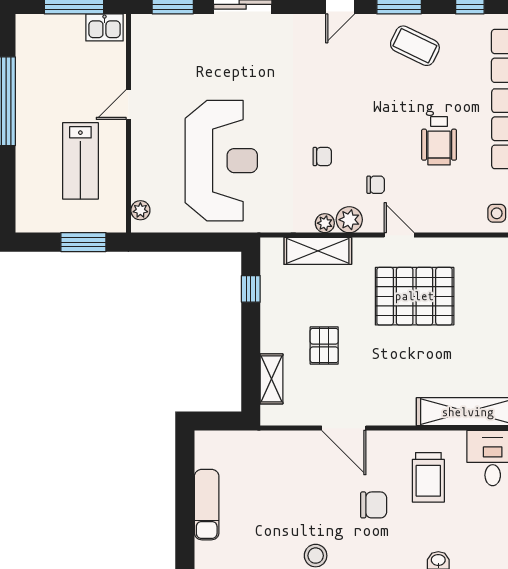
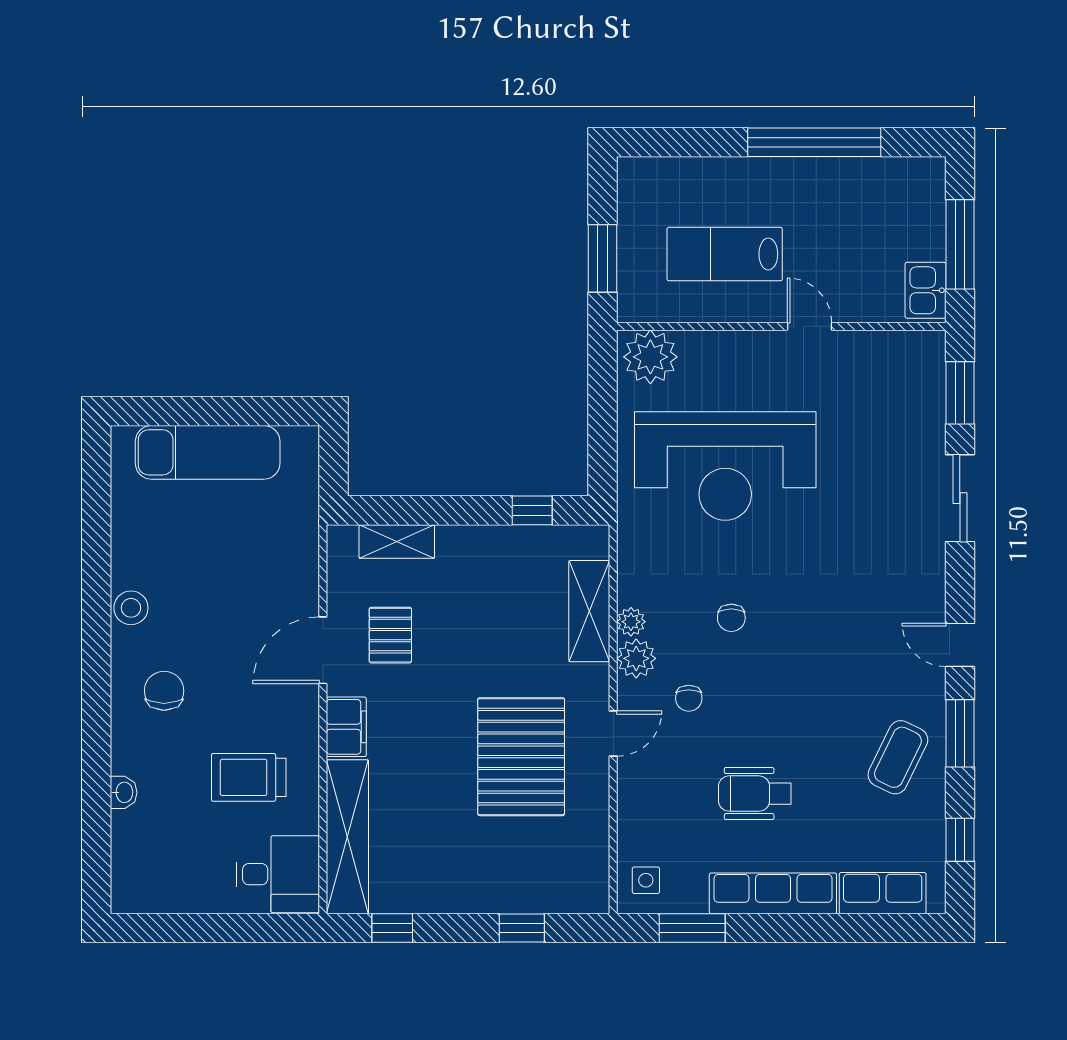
plant: (140, 210) -> (650, 357), width x1.88, depth x1.88
pallet: (324, 346) -> (390, 635), moved, turned 90
filing cabinet: (395, 412) -> (346, 727), added
exam couch: (207, 505) -> (208, 452), width x1.36, depth x1.45
chair: (374, 505) -> (164, 691), moved, turned 180

